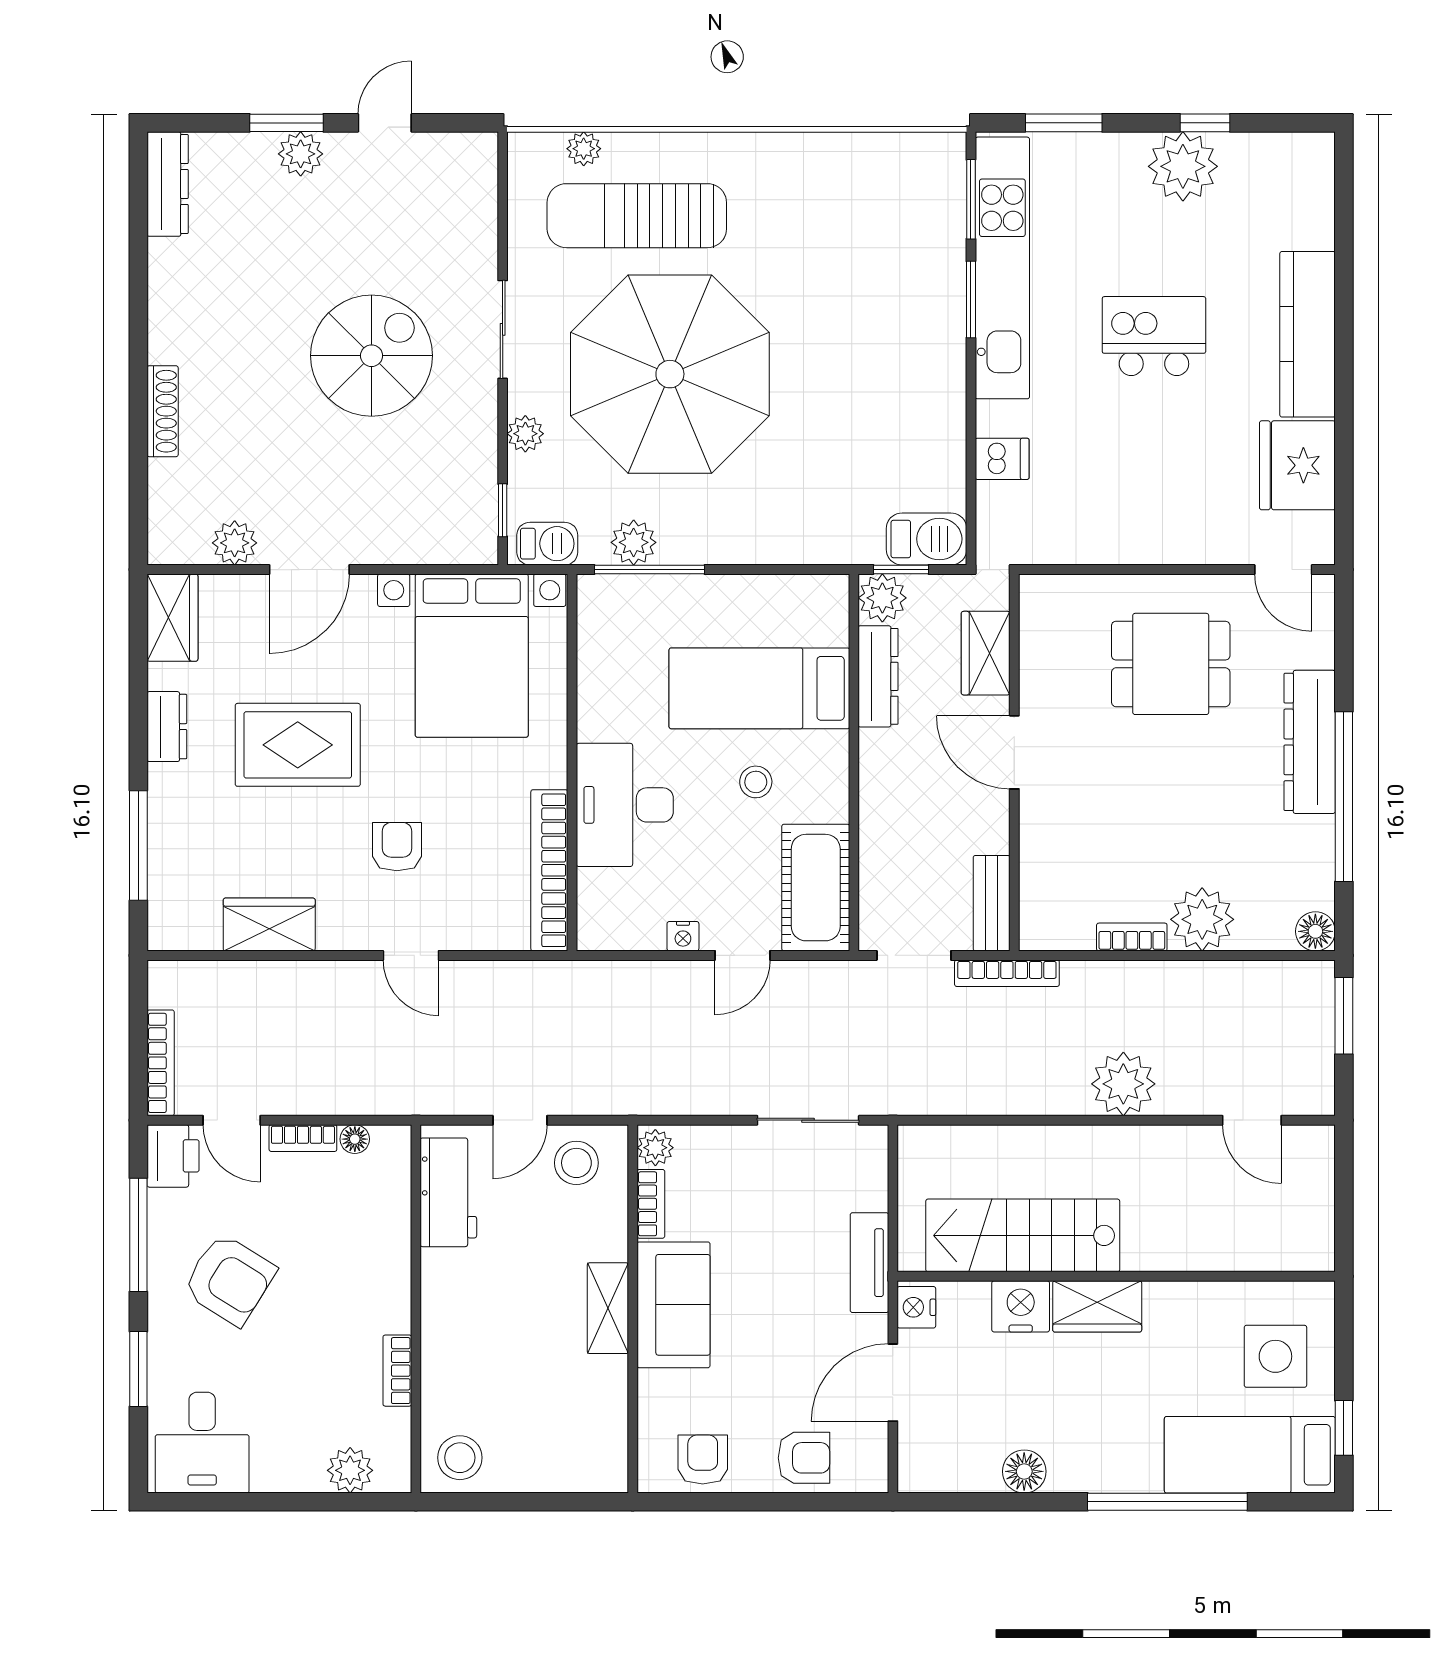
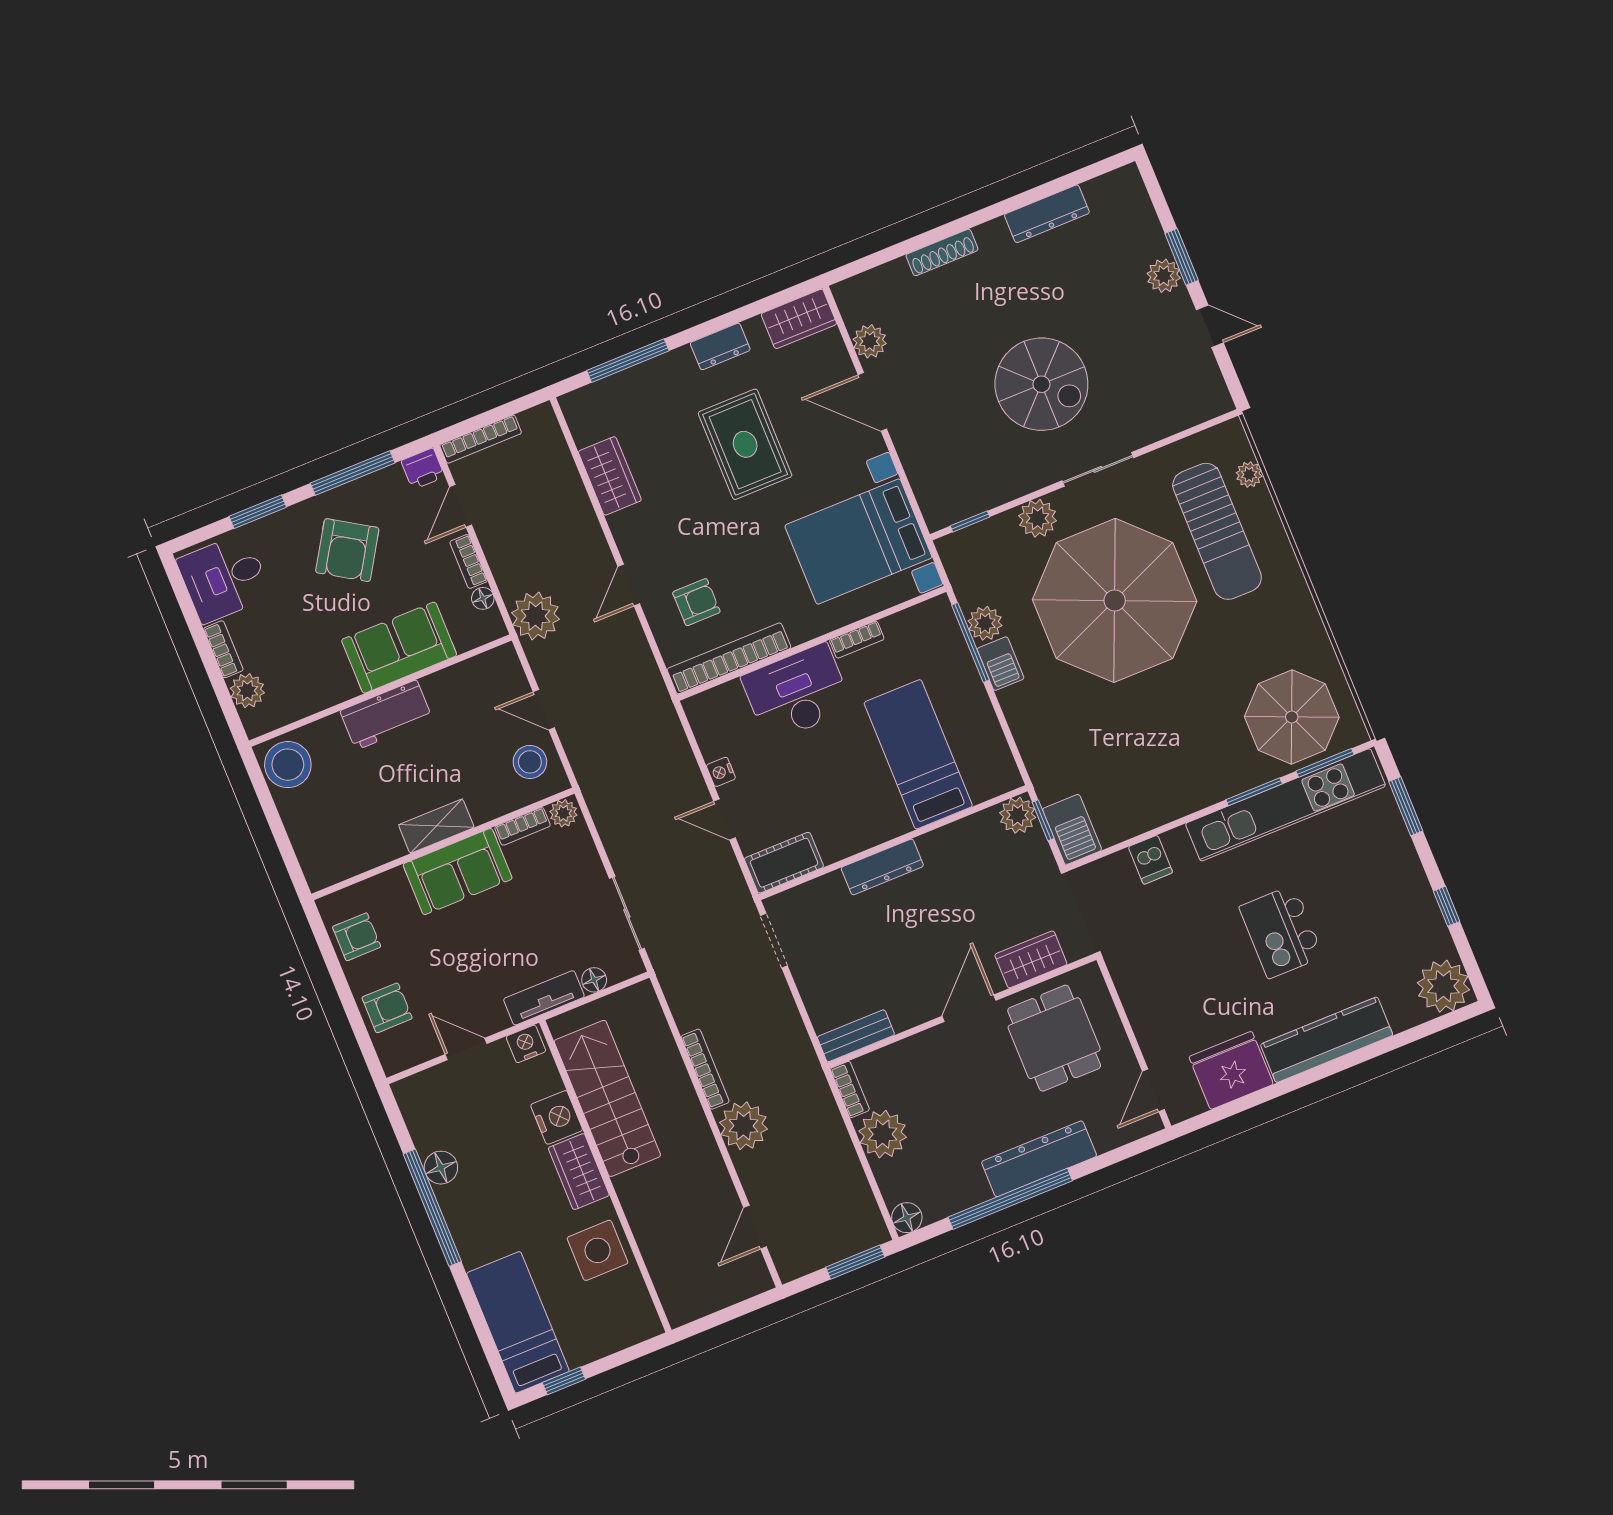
plant: (1183, 166) -> (1443, 986), moved
dresser: (168, 184) -> (1047, 214), moved
sun lounger: (637, 216) -> (1217, 531), turned 180
parasol: (899, 217) -> (1292, 717), added
kitchen island: (1154, 336) -> (1281, 932), turned 180
plant: (525, 434) -> (1038, 518), width x1.38, depth x1.38
barbecue: (547, 544) -> (1000, 664), moved
wardrobe: (986, 653) -> (1031, 959), moved
dresser: (878, 676) -> (882, 867), moved
bookcase: (590, 706) -> (857, 640), added
door: (1014, 752) -> (969, 1008), moved
wall: (1014, 762) -> (962, 1011), moved
stool: (756, 782) -> (851, 779), removed
armchair: (397, 847) -> (696, 602), moved
cot: (816, 888) -> (784, 863), width x0.73, depth x0.75
bench: (992, 903) -> (856, 1036), moved
bookcase: (1007, 973) -> (705, 1069), moved, turned 180
plant: (402, 1084) -> (536, 616), added
printer: (173, 1156) -> (423, 469), width x0.73, depth x0.81
workbench: (448, 1192) -> (386, 715), moved
floor lamp: (872, 1193) -> (594, 980), added
sofa: (373, 1265) -> (399, 648), added
side table: (1275, 1356) -> (598, 1250), moved
bookcase: (397, 1371) -> (223, 649), moved, turned 90
door: (893, 1383) -> (466, 1049), width x0.73
stool: (460, 1458) -> (288, 765), width x1.38, depth x1.38
armchair: (804, 1458) -> (387, 1008), turned -90
window: (1167, 1502) -> (432, 1208), moved

